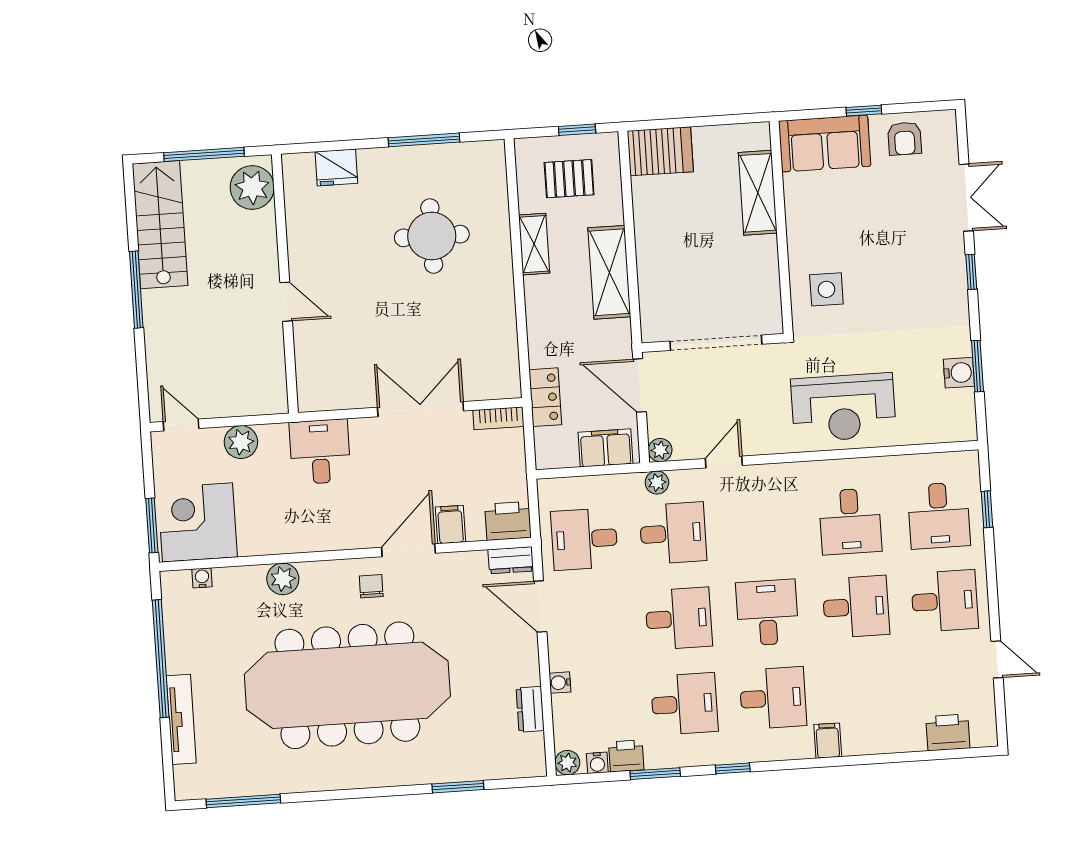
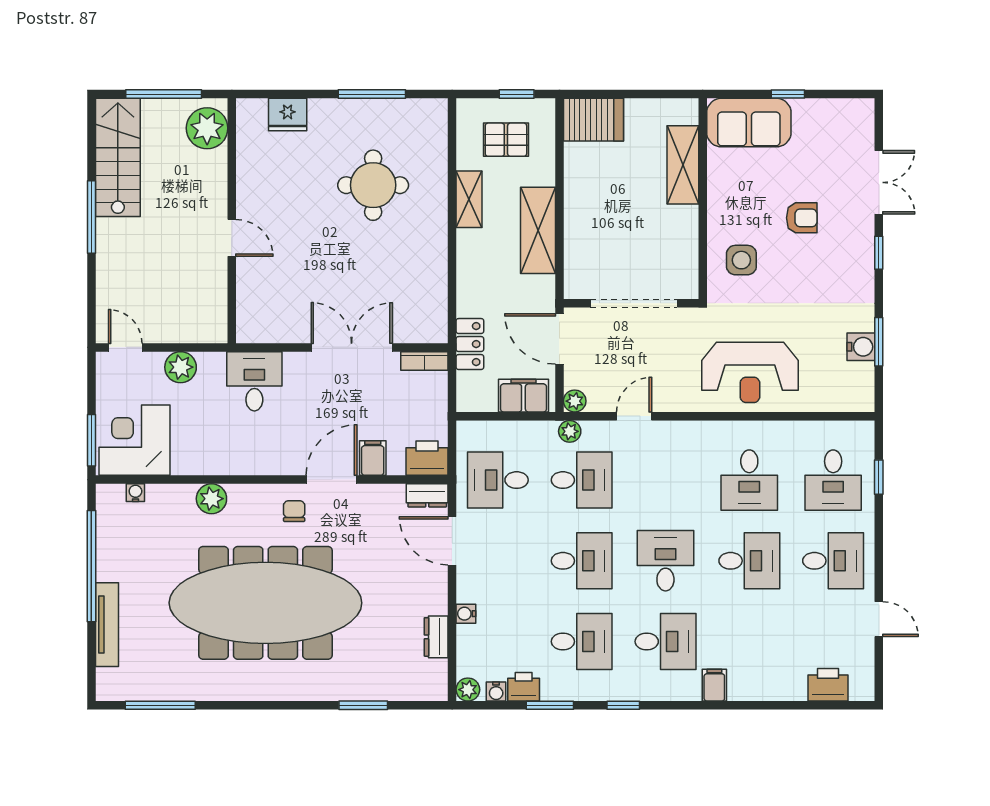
armchair: (905, 139) -> (802, 218), moved, turned -90

